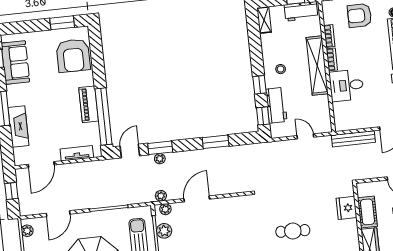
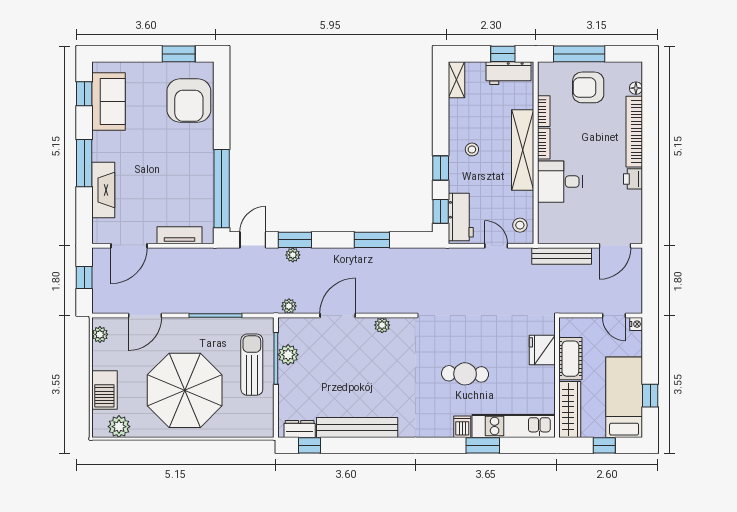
piano: (89, 104) -> (203, 170), removed
workbench: (276, 105) -> (461, 217), moved
stool: (321, 120) -> (520, 225), added
plant: (165, 209) -> (382, 325), moved

